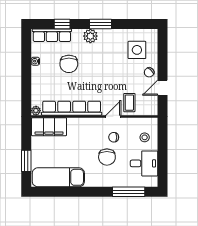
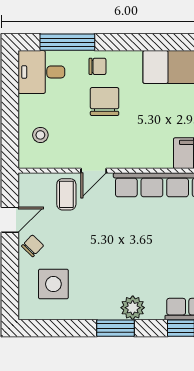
chair: (69, 64) -> (169, 260), removed
chair: (114, 137) -> (98, 66), moved
desk: (144, 163) -> (41, 72), moved

